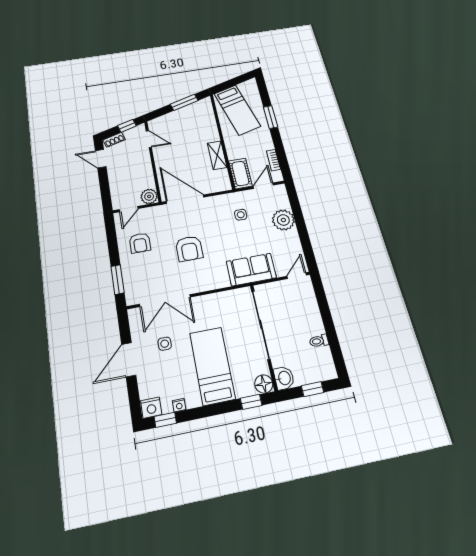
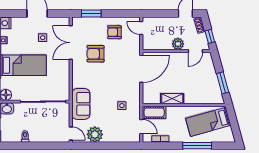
window: (271, 117) -> (197, 146), width x1.44
plant: (149, 196) -> (178, 44), moved
plant: (283, 220) -> (95, 134), moved
armchair: (189, 249) -> (96, 54), moved

